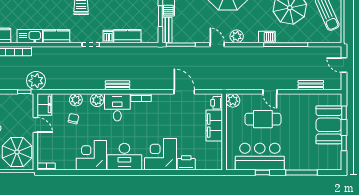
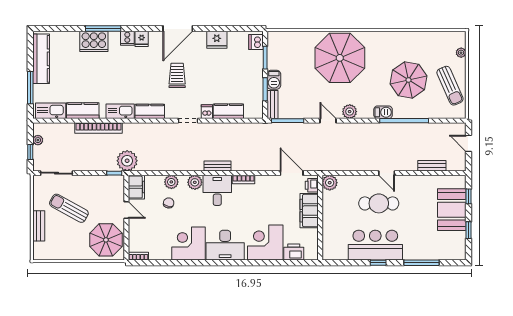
plant: (233, 100) -> (330, 183), moved
printer: (217, 103) -> (312, 185), moved
filing cabinet: (214, 126) -> (309, 211), moved
wall: (224, 132) -> (320, 218), moved

